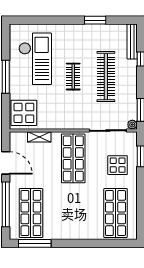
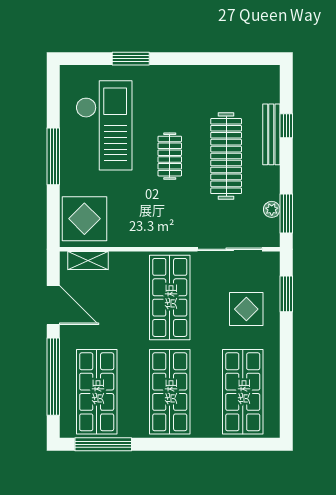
window: (95, 20) -> (131, 59), moved
bench: (132, 41) -> (271, 134), moved
plant: (132, 125) -> (272, 209), moved
shelving: (39, 137) -> (88, 260), moved
shop shelf: (73, 213) -> (170, 392), added

